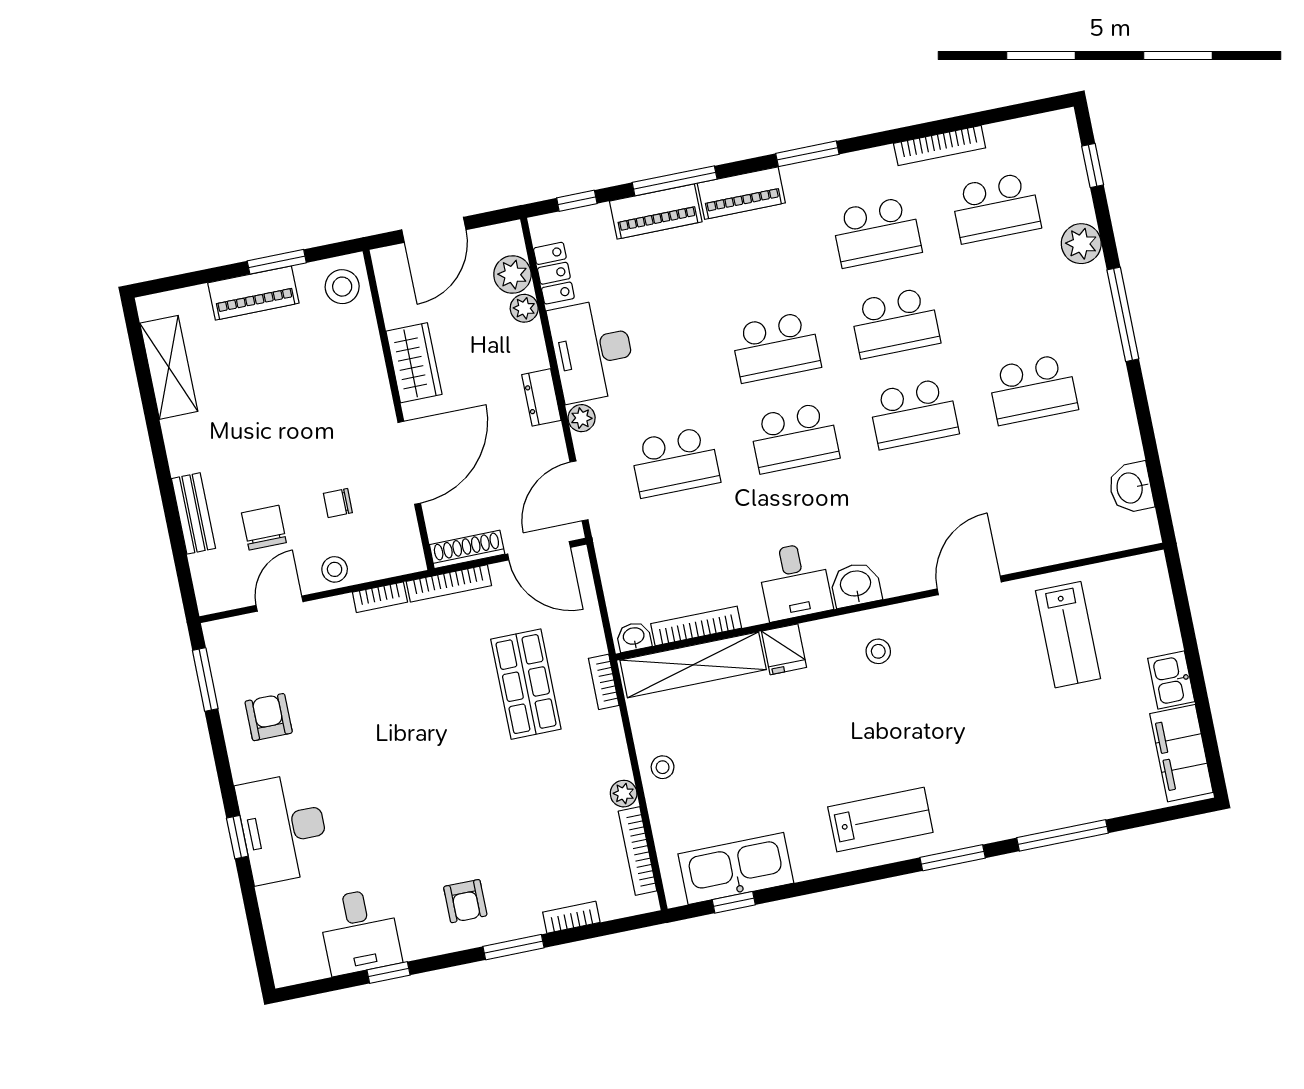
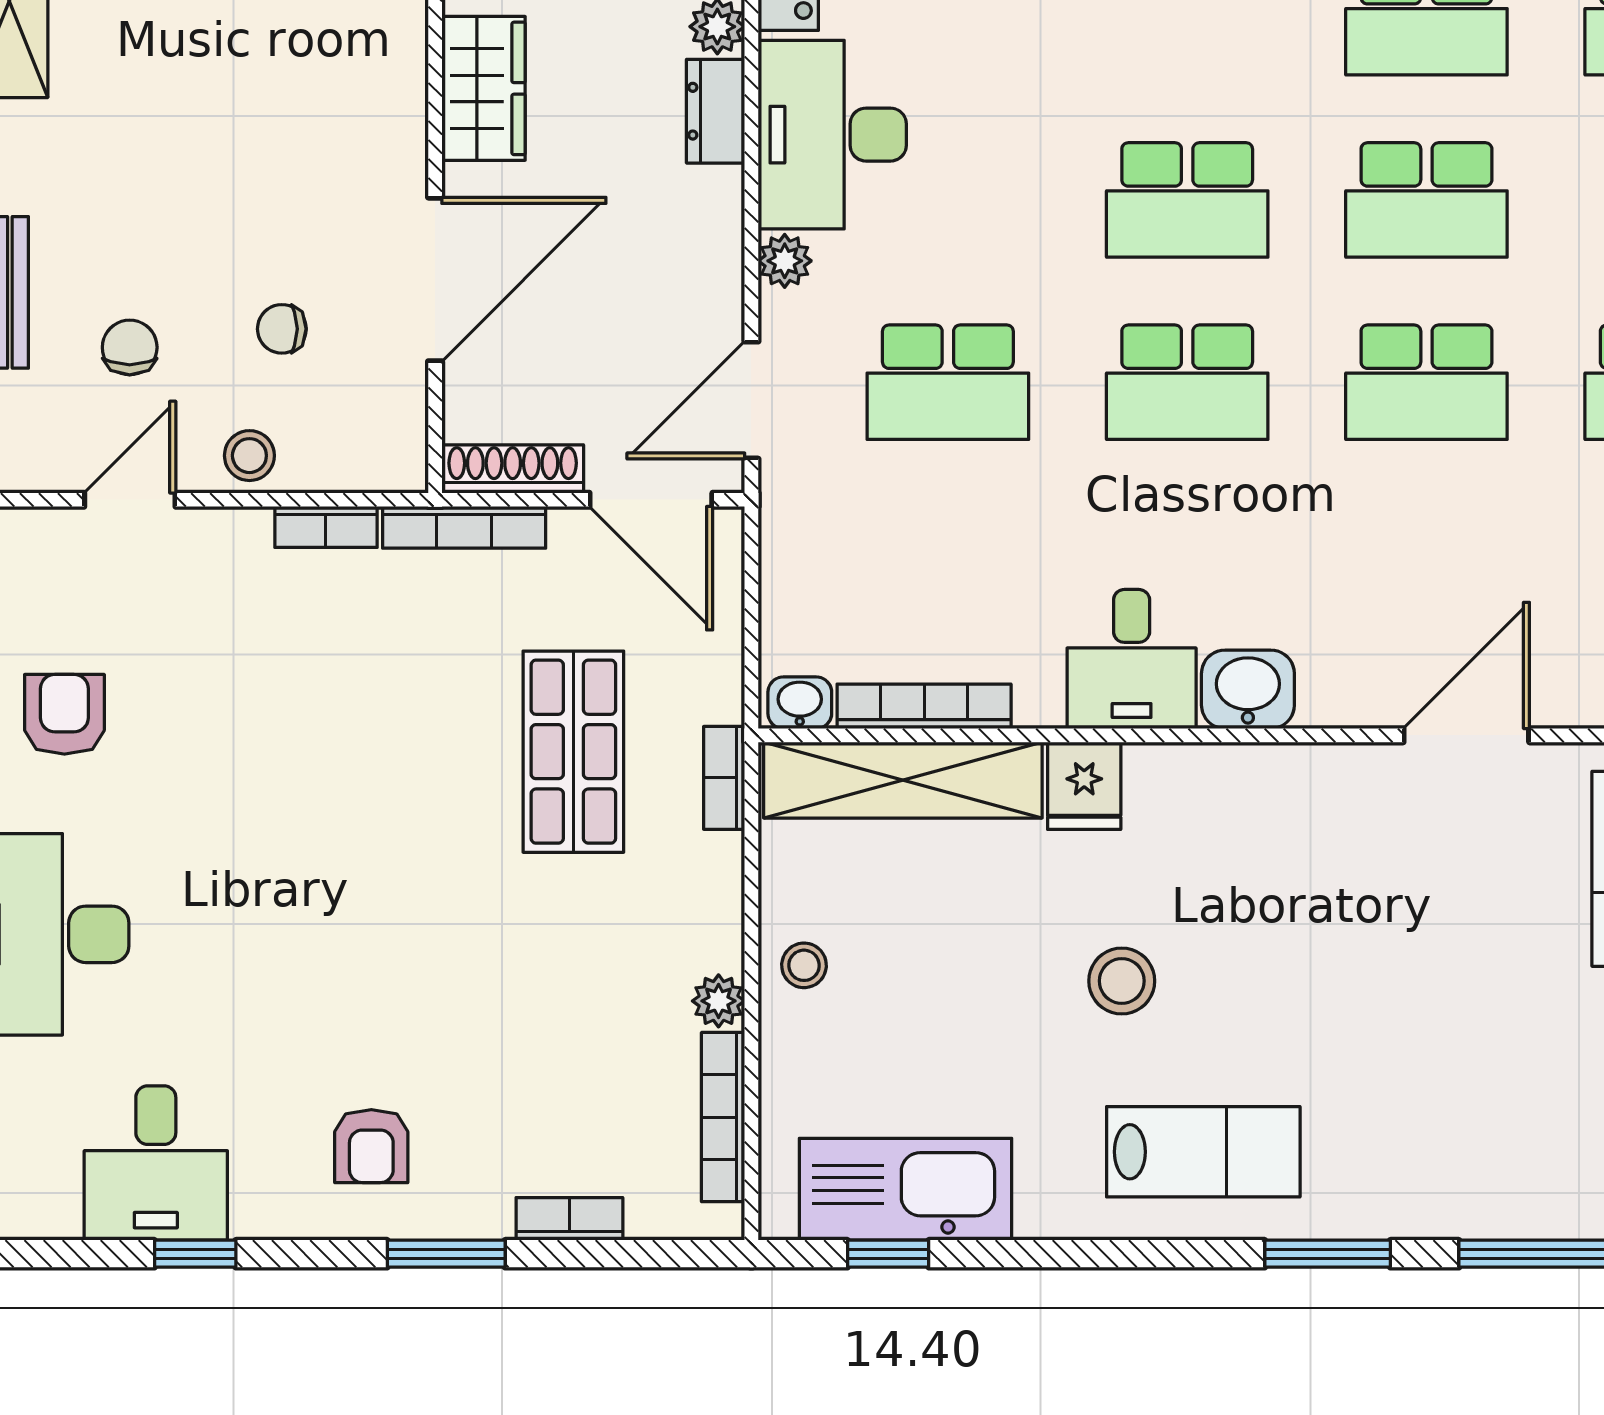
dresser: (541, 397) -> (716, 111), moved
chair: (264, 528) -> (130, 347), width x0.73, depth x0.73
stool: (878, 651) -> (1122, 981), moved, width x1.37, depth x1.37

